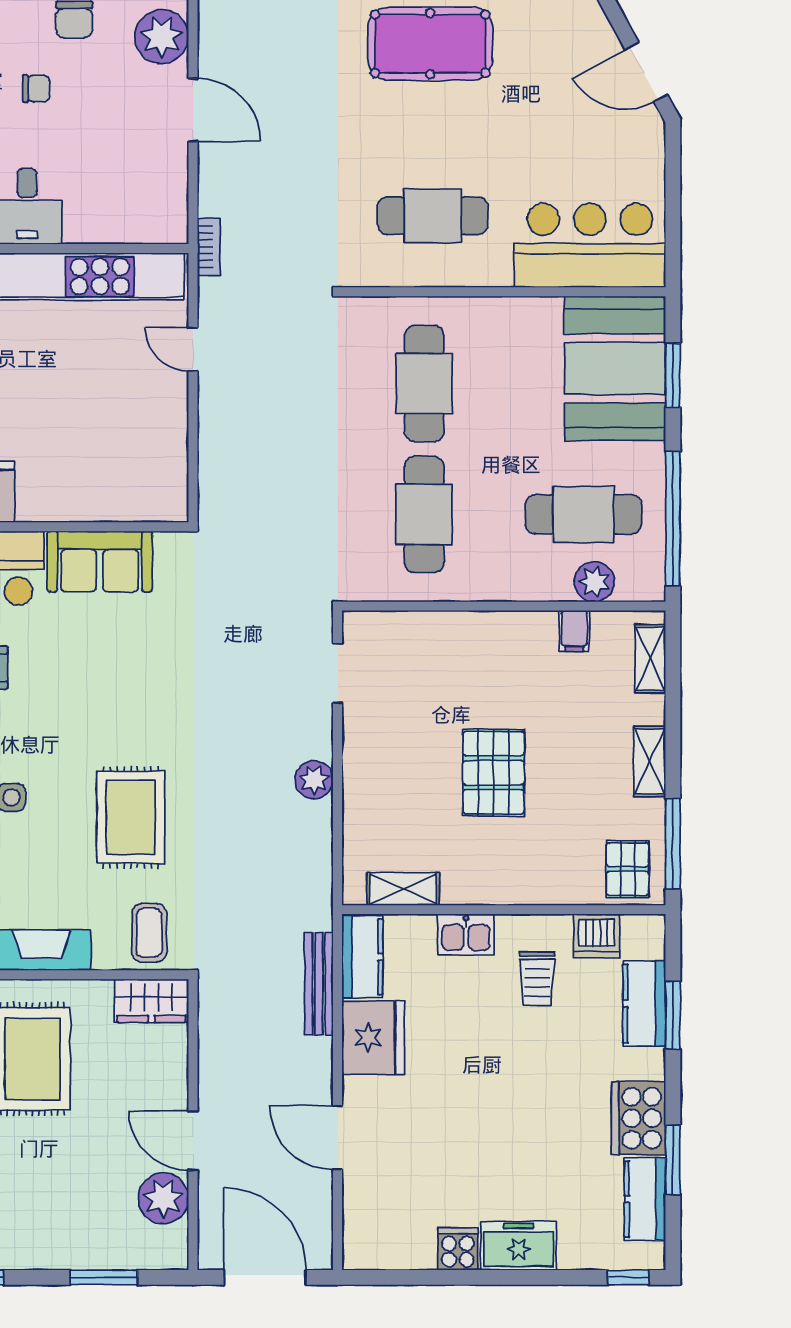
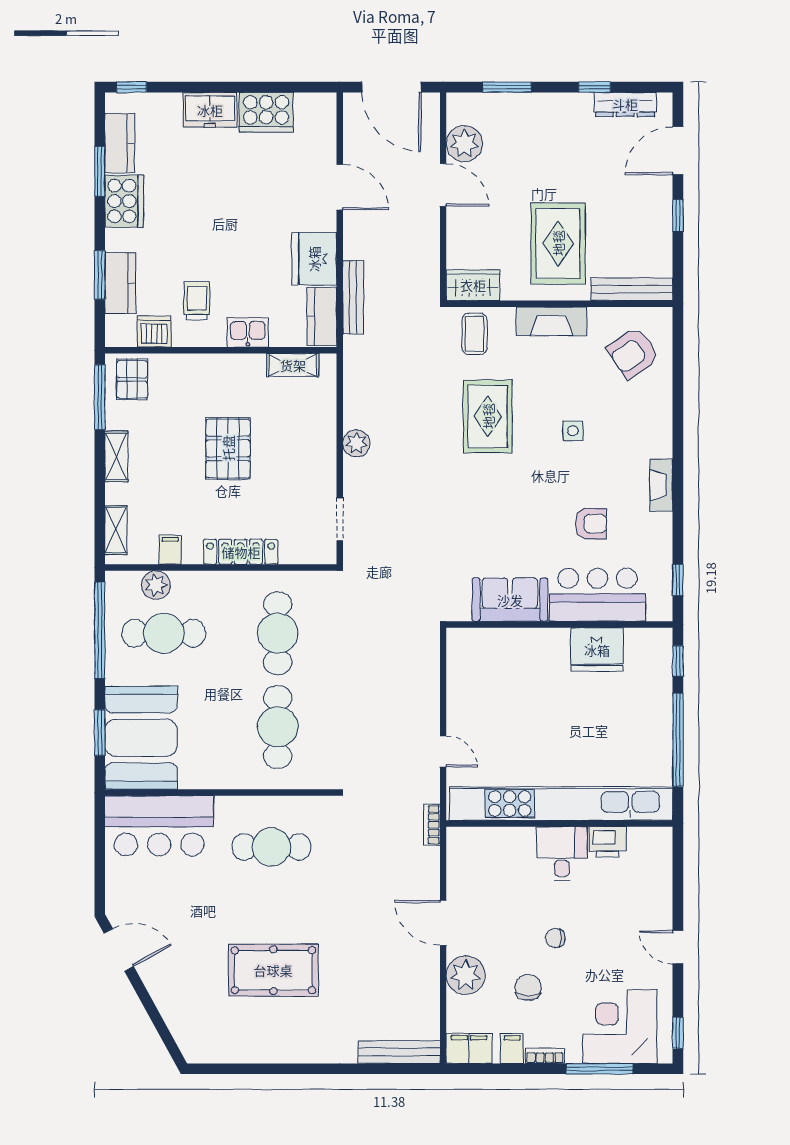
locker: (476, 628) -> (241, 552), added
cooker: (458, 1249) -> (266, 112), width x1.87, depth x1.31

